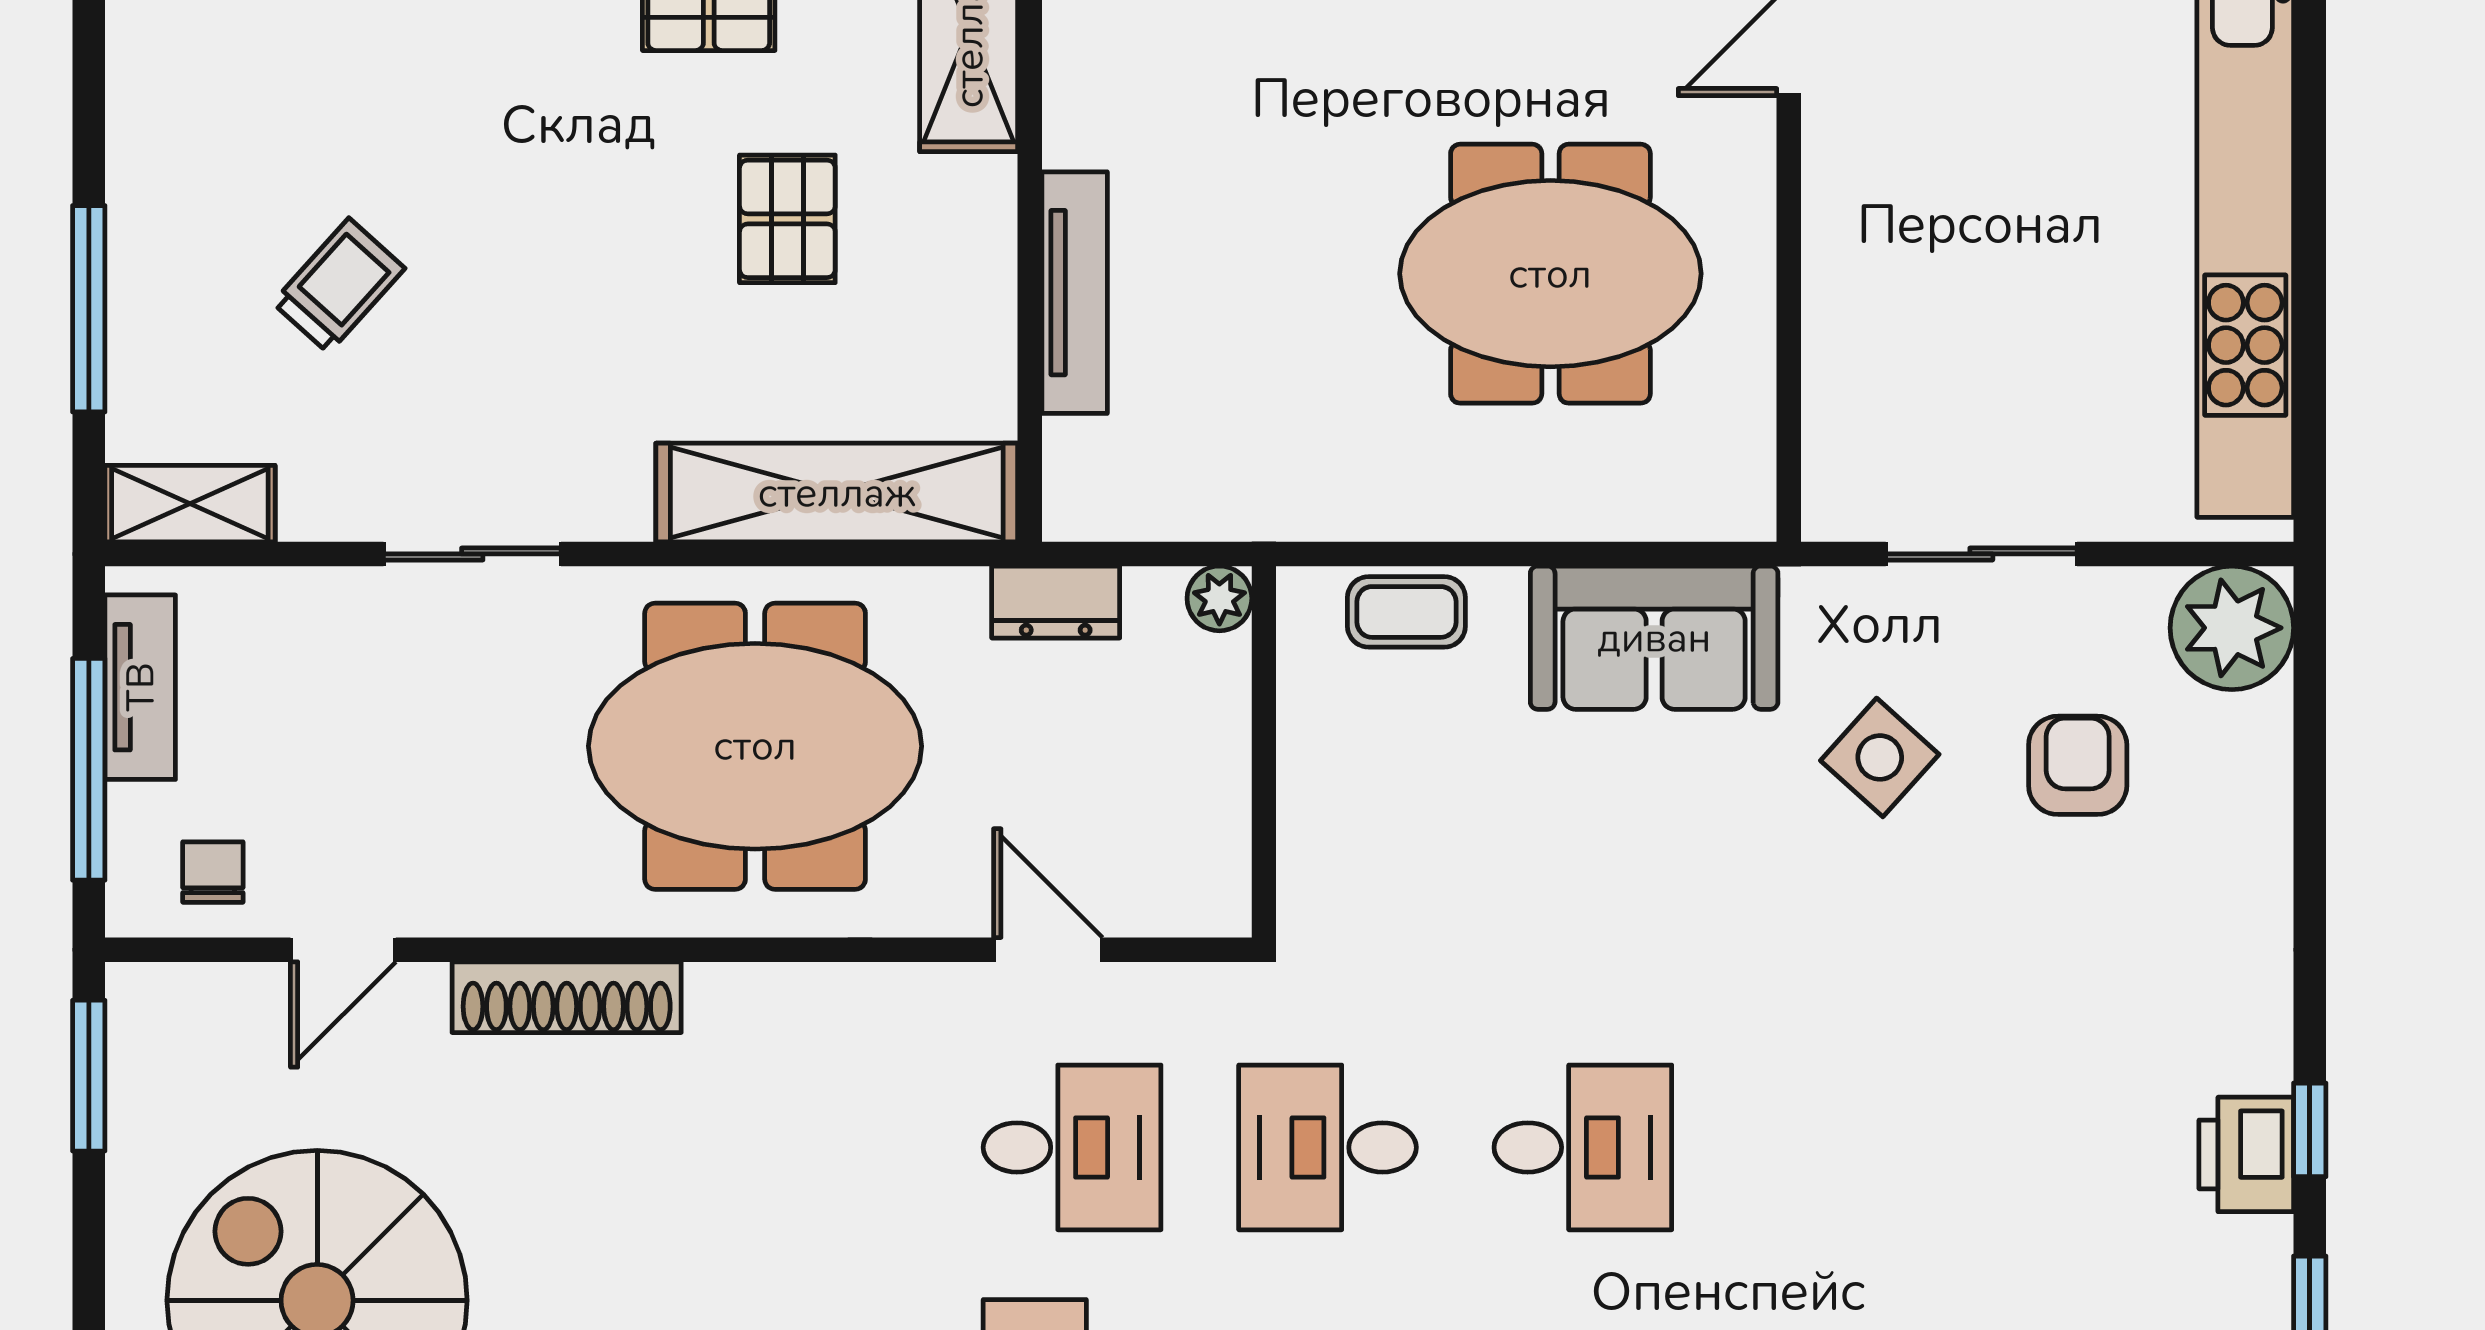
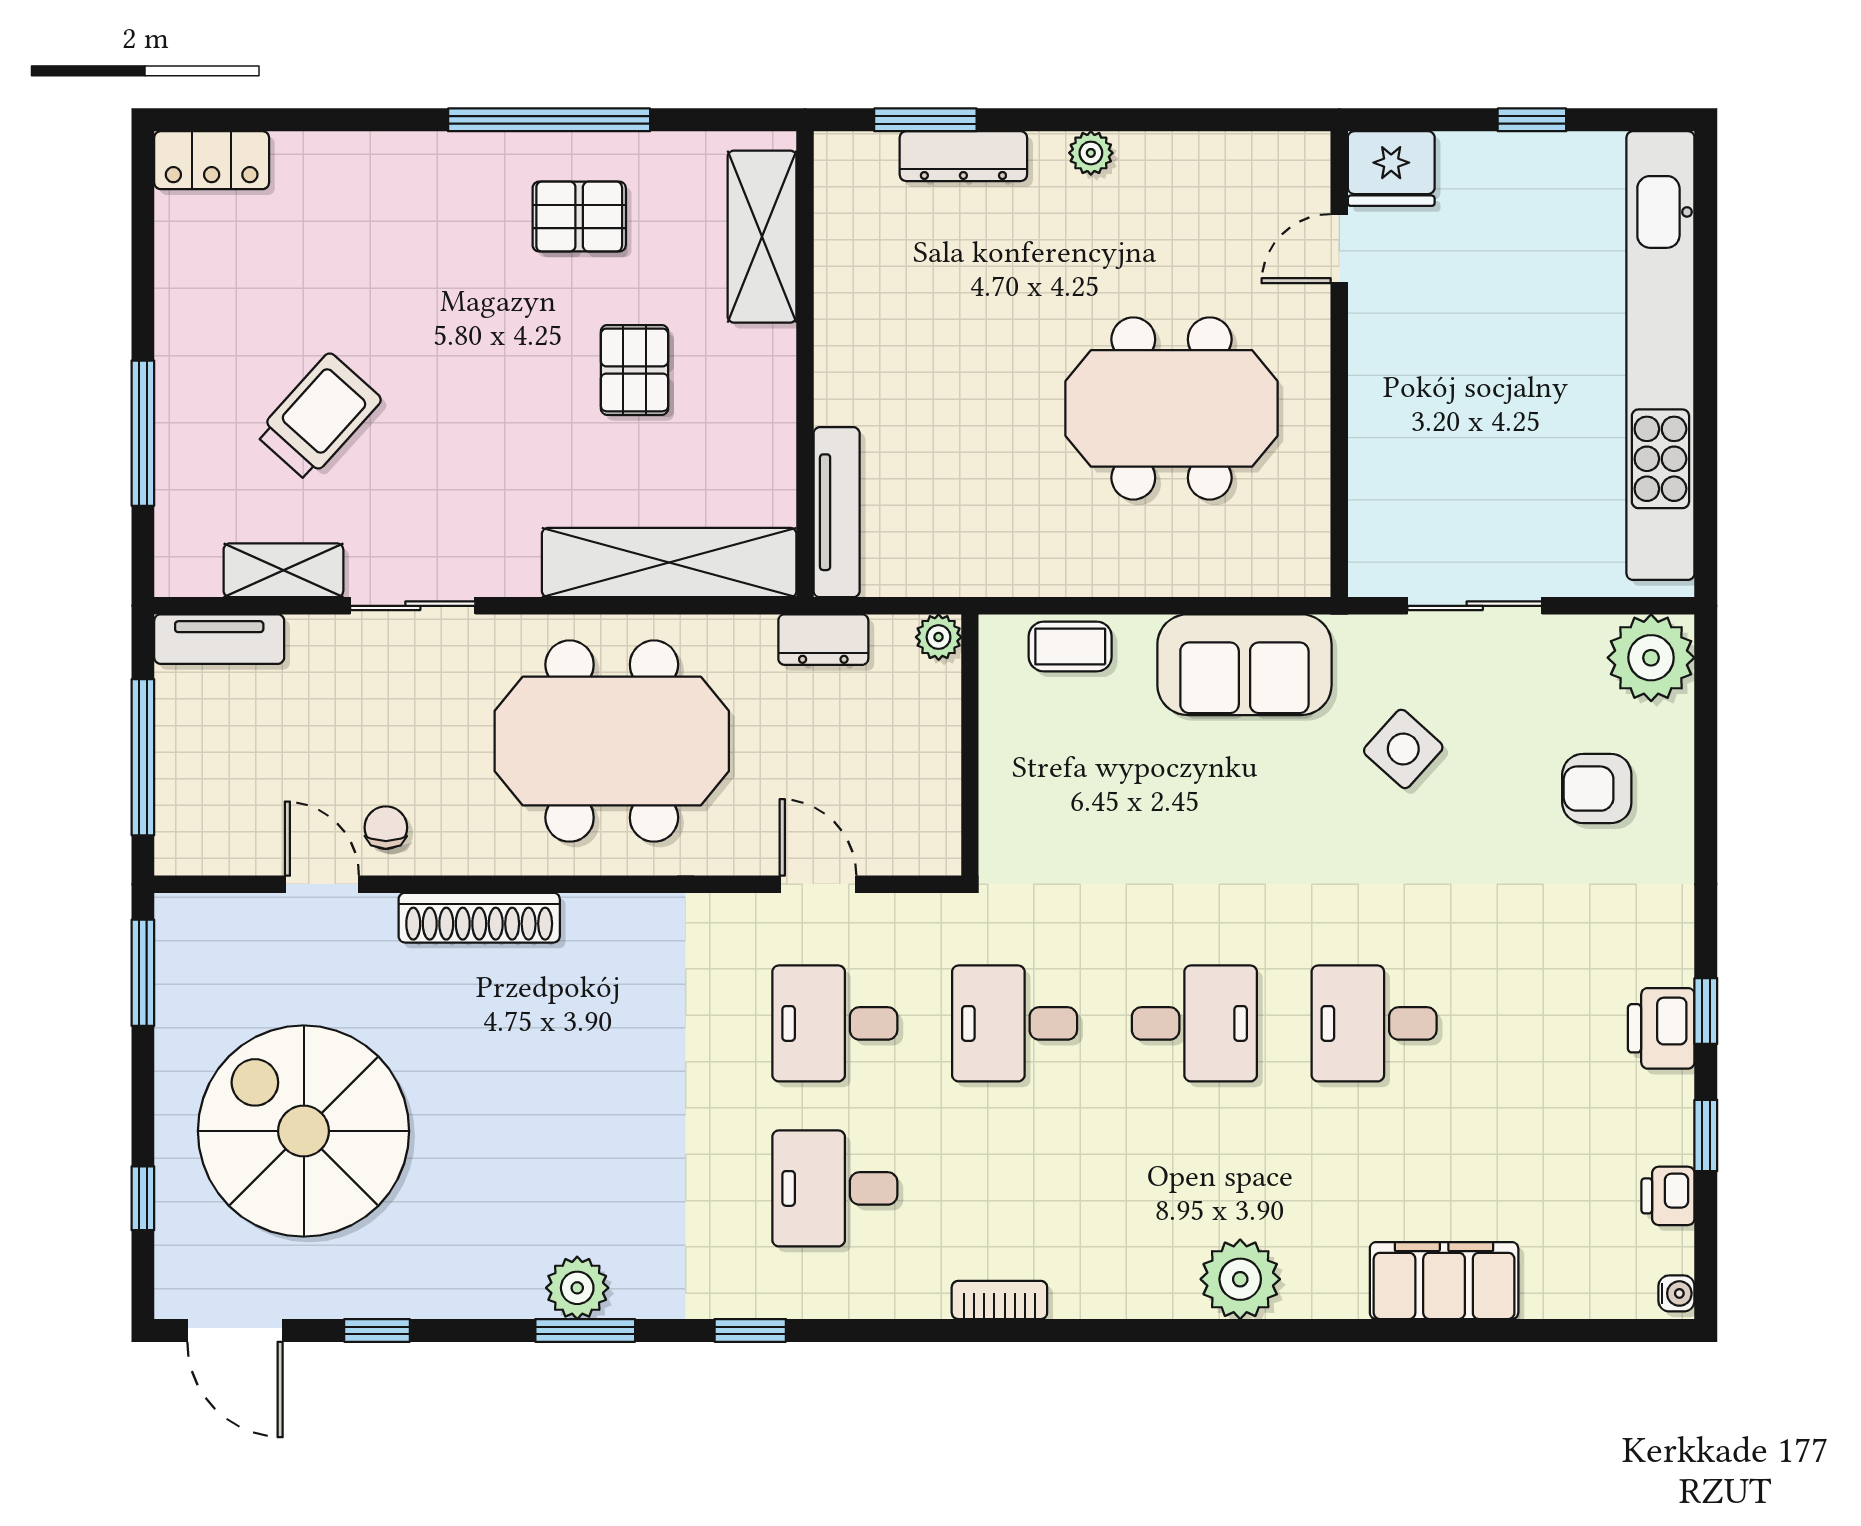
trolley: (339, 286) -> (319, 417), width x1.36, depth x1.39
tv unit: (1075, 293) -> (837, 512), moved
shelving: (190, 504) -> (283, 570), moved
tv unit: (140, 687) -> (219, 639), moved, turned 90
armchair: (2078, 765) -> (1597, 789), moved, turned -90
chair: (213, 872) -> (386, 828), moved
door: (343, 950) -> (322, 884), swing flipped
desk: (1072, 1147) -> (835, 1023), turned 180
desk: (1838, 1147) -> (1374, 1023), added

